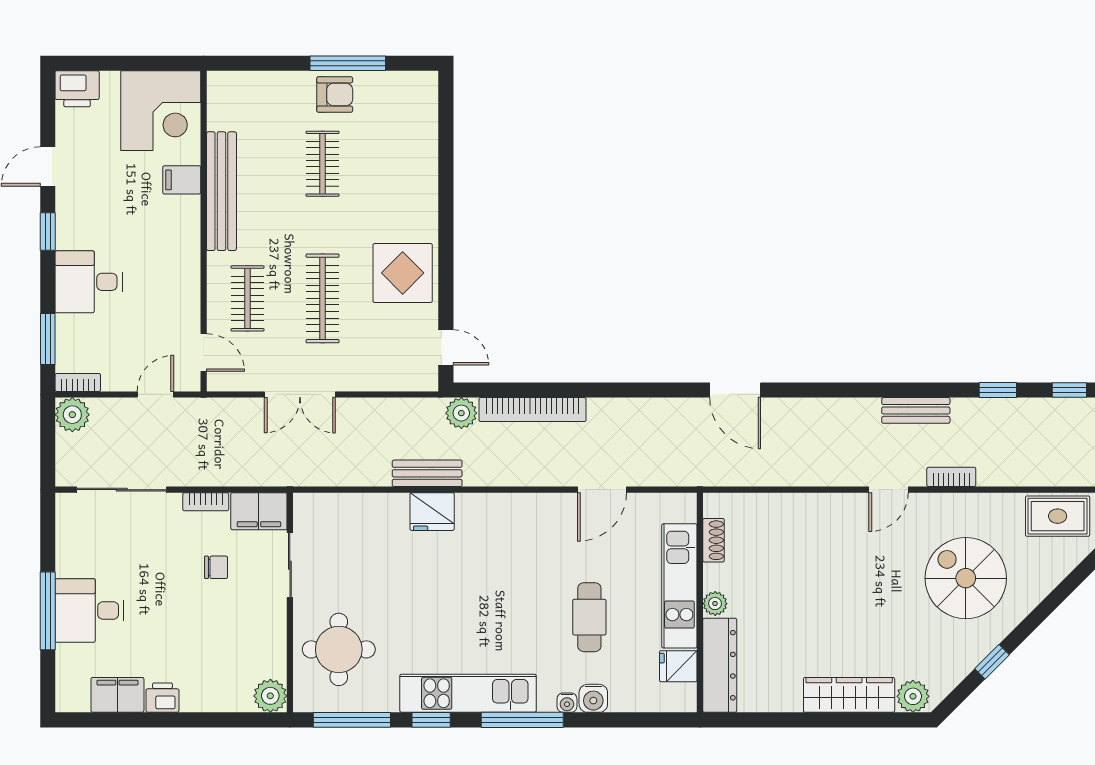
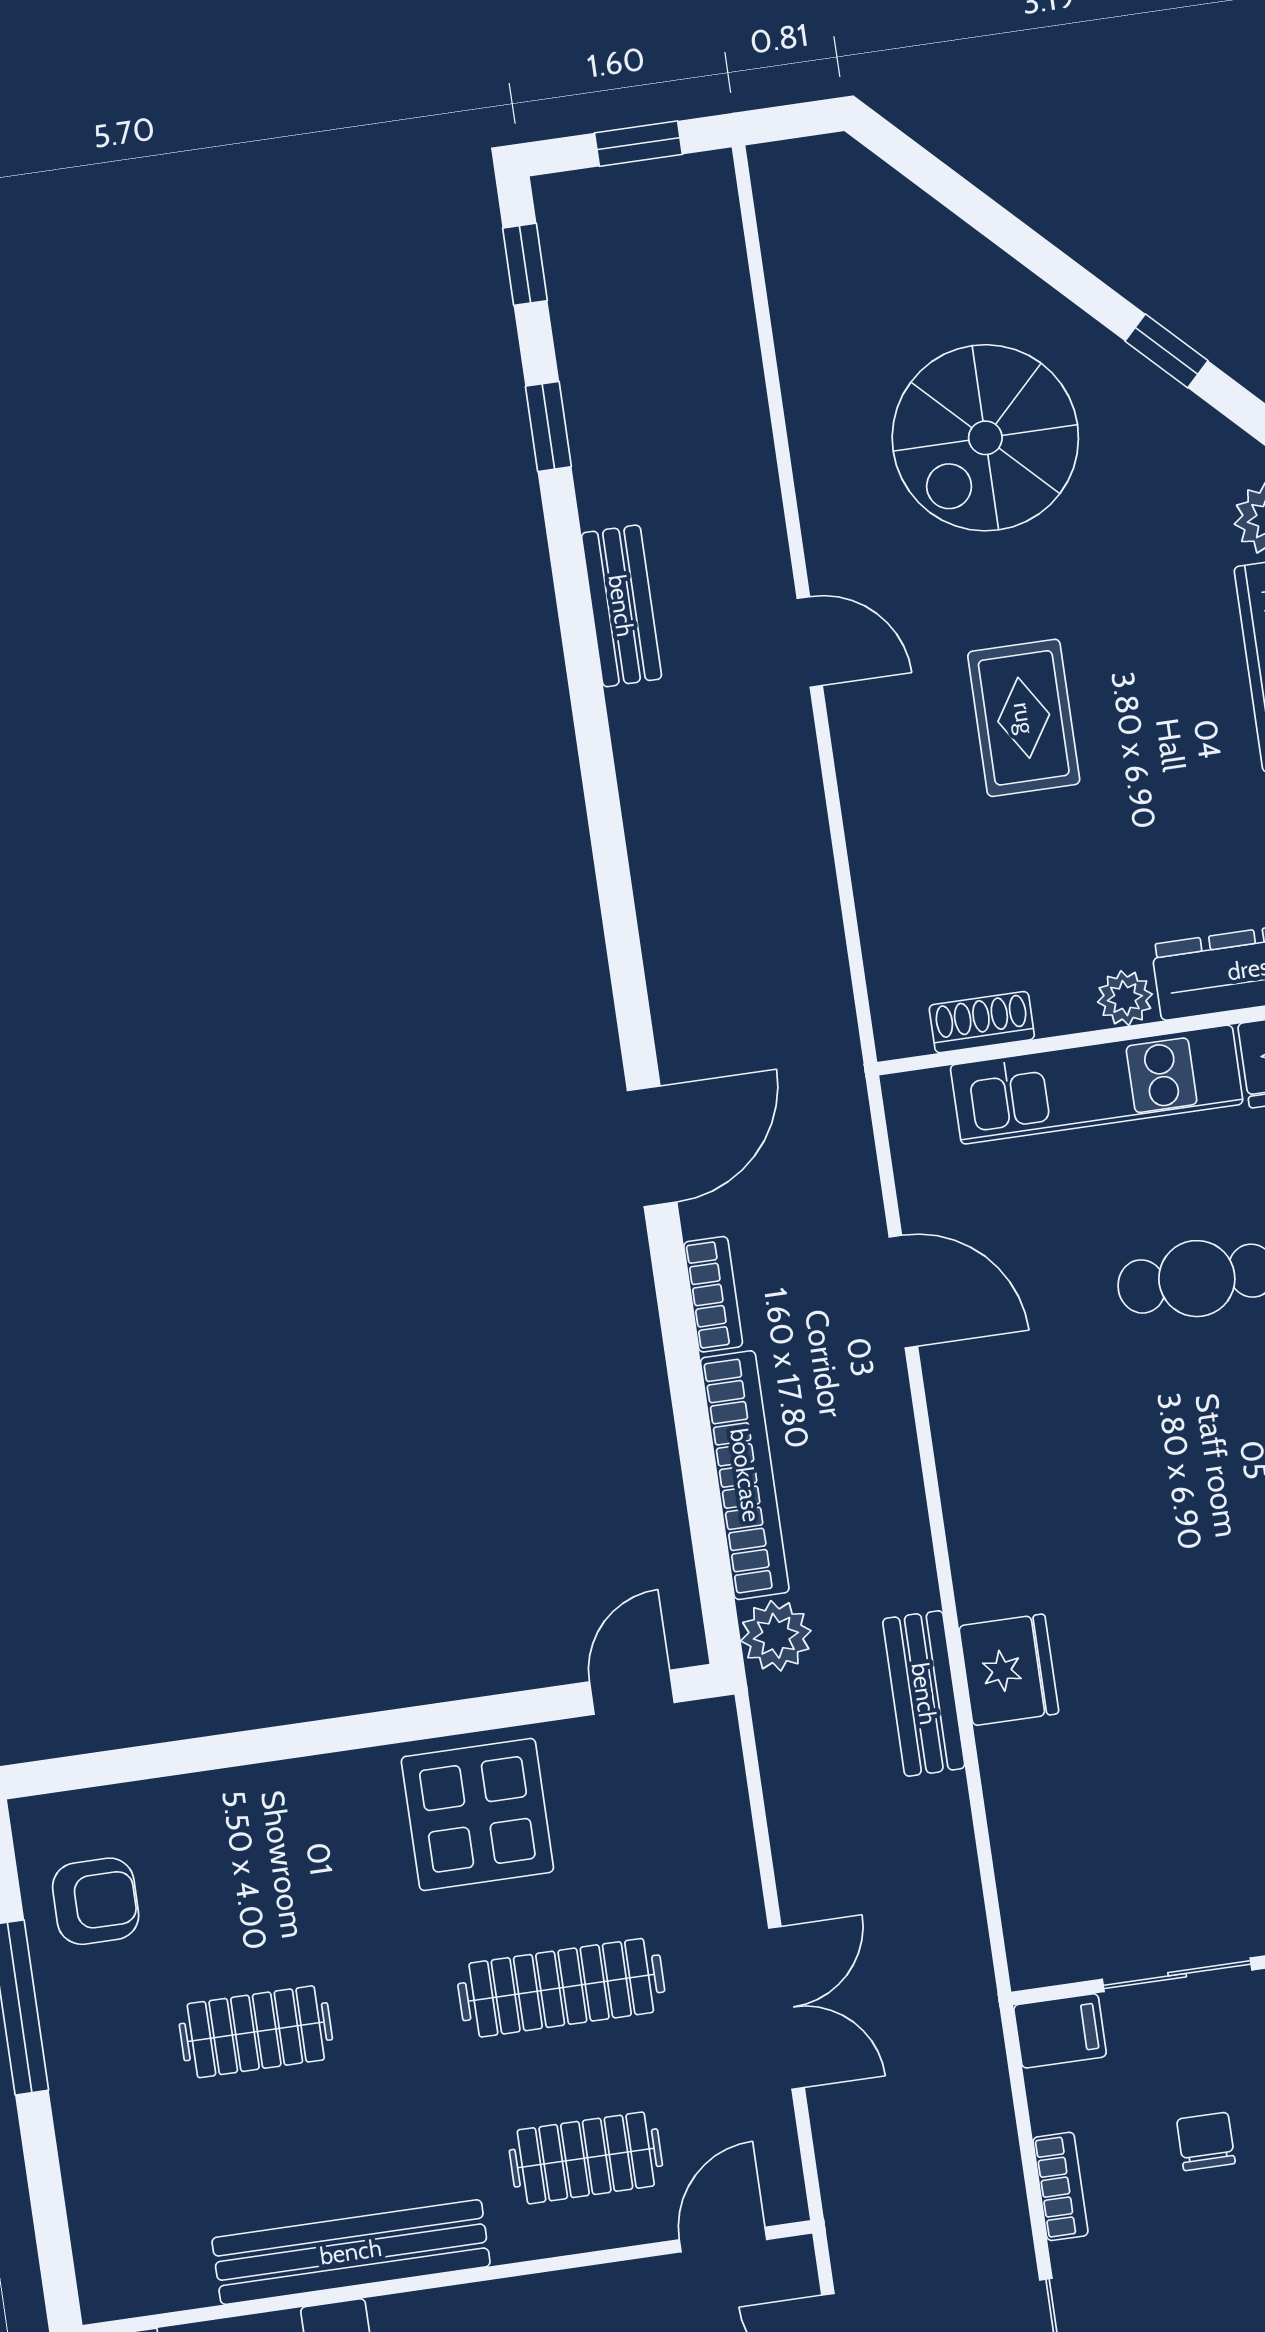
armchair: (335, 94) -> (96, 1901), moved, turned 90
door: (735, 390) -> (652, 1146), moved
bookcase: (951, 477) -> (713, 1294), moved, turned 180
filing cabinet: (259, 511) -> (1060, 2031), width x0.50
rug: (1058, 516) -> (1024, 718), moved

